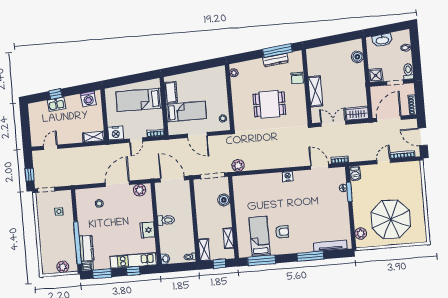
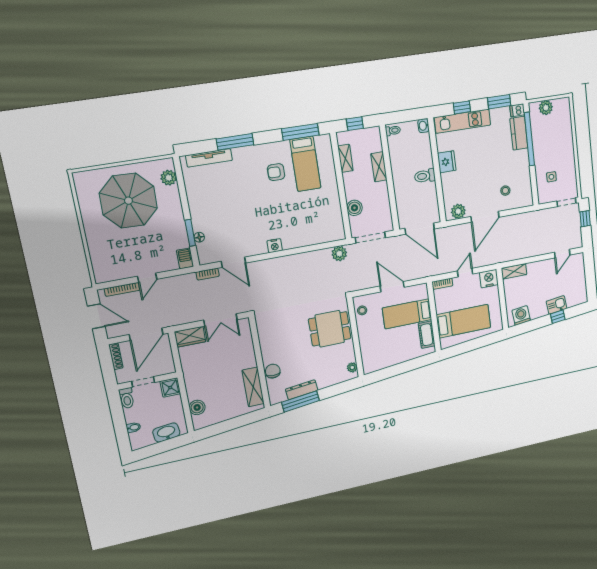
shelving: (315, 91) -> (253, 387), moved
dining table: (269, 104) -> (330, 329), moved
shelving: (204, 250) -> (379, 167), moved

